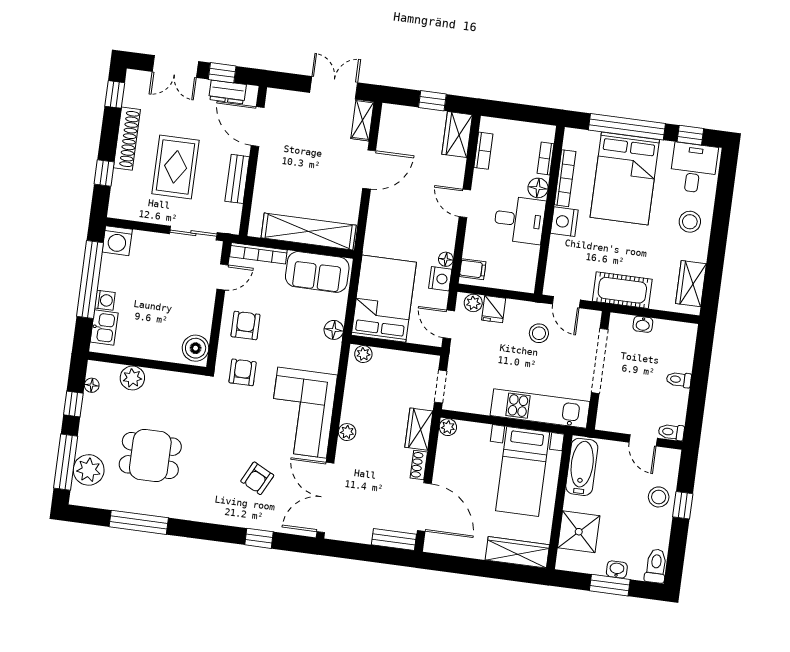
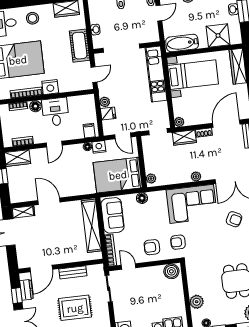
plant: (473, 303) -> (105, 102), moved
door: (449, 324) -> (123, 136), hinge flipped
stool: (539, 333) -> (115, 85), removed

